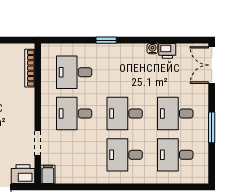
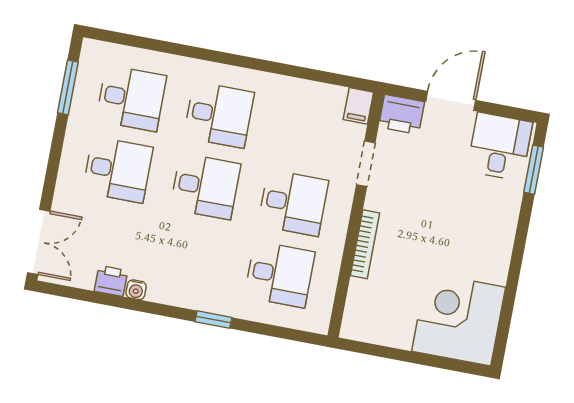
bookcase: (30, 68) -> (365, 244), moved
window: (212, 127) -> (68, 87), moved

